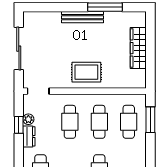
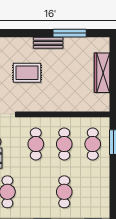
bench: (83, 17) -> (48, 43), width x0.73
rug: (86, 72) -> (27, 73), moved

